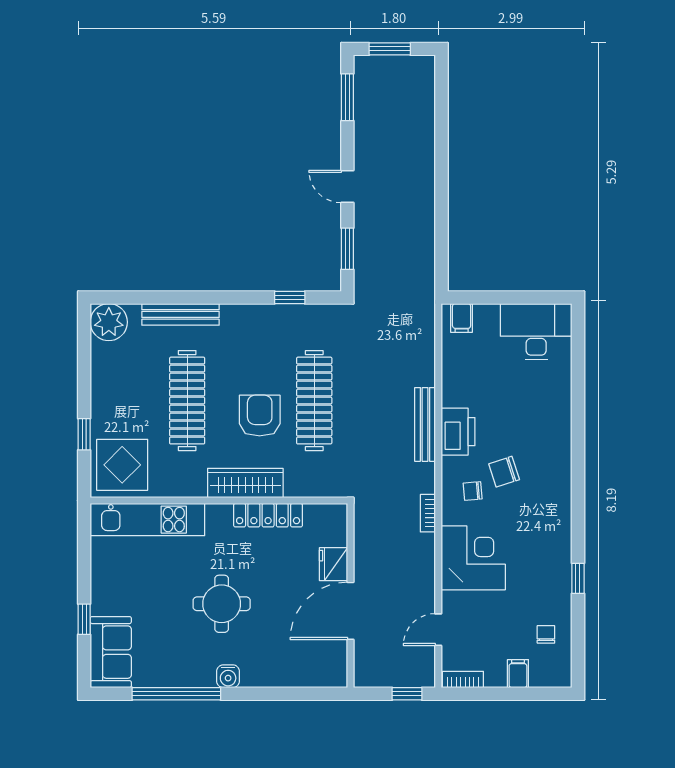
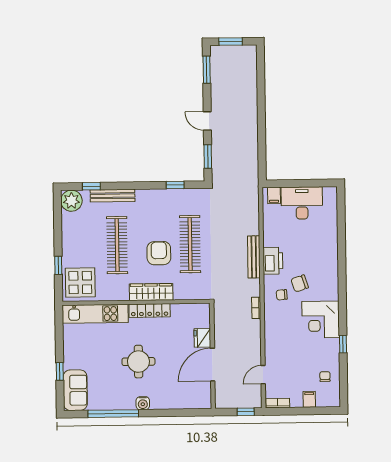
window: (144, 297) -> (91, 186), added
desk: (536, 332) -> (302, 203), moved
locker: (268, 515) -> (150, 311), moved
corner desk: (473, 558) -> (321, 320), moved, turned 180

